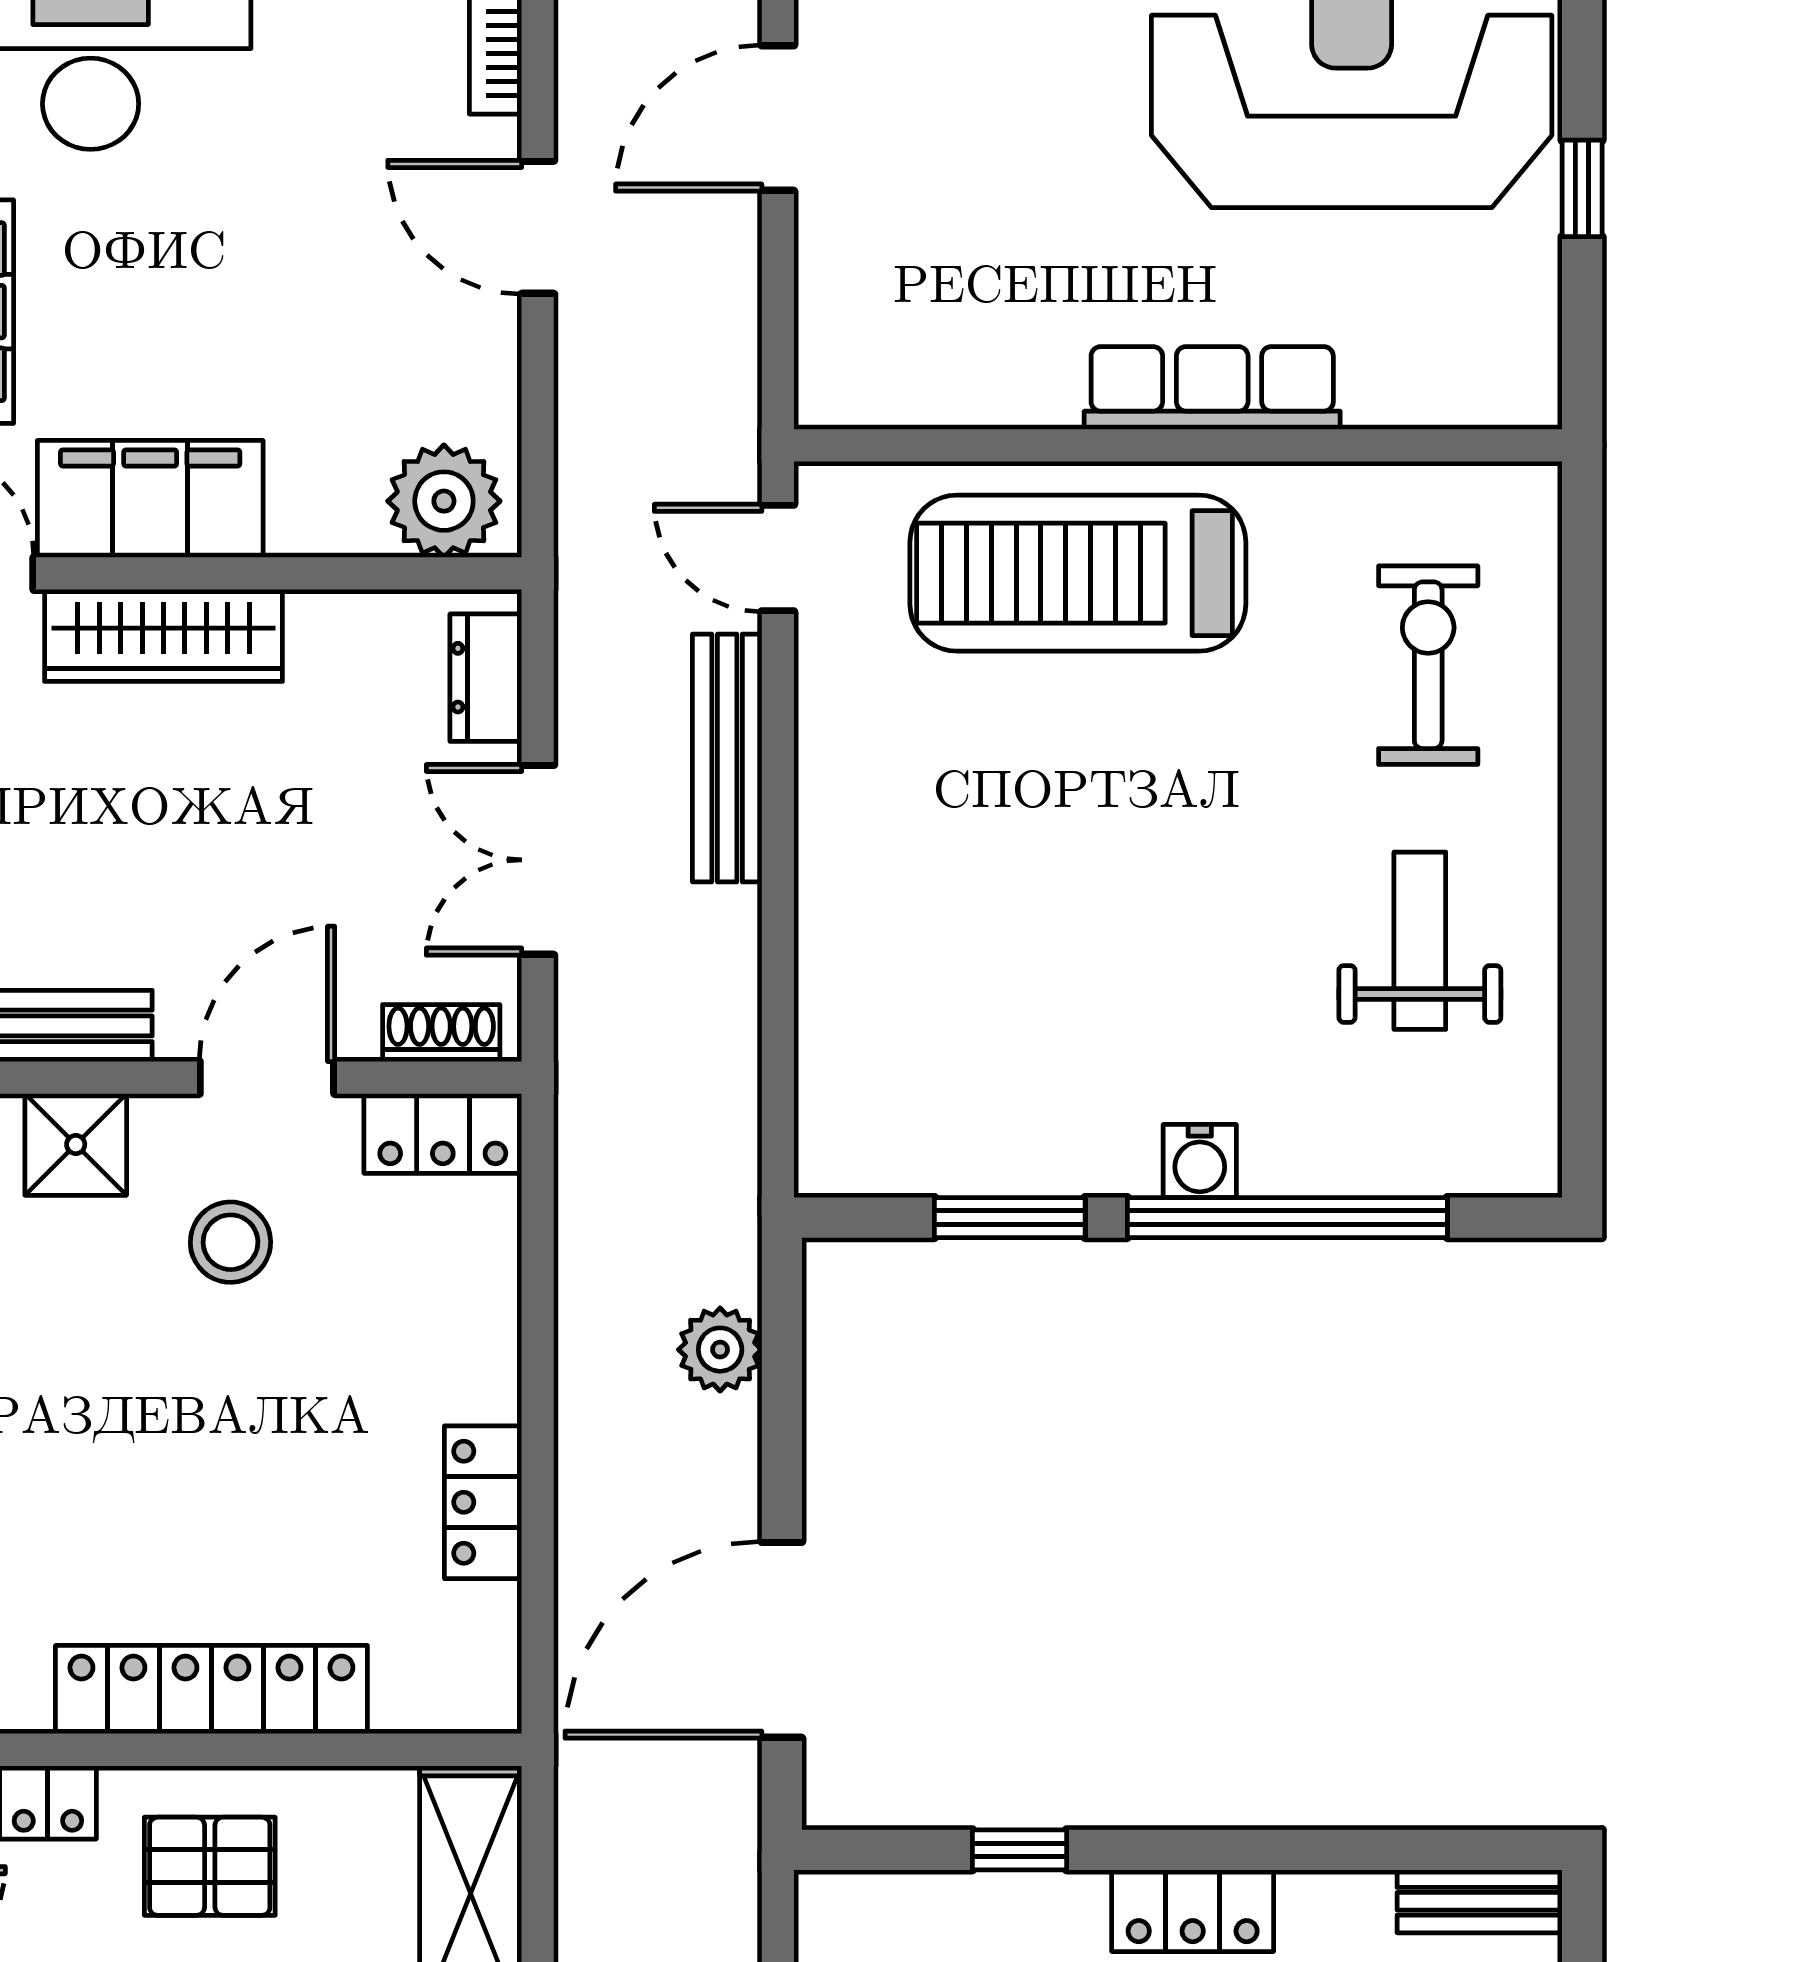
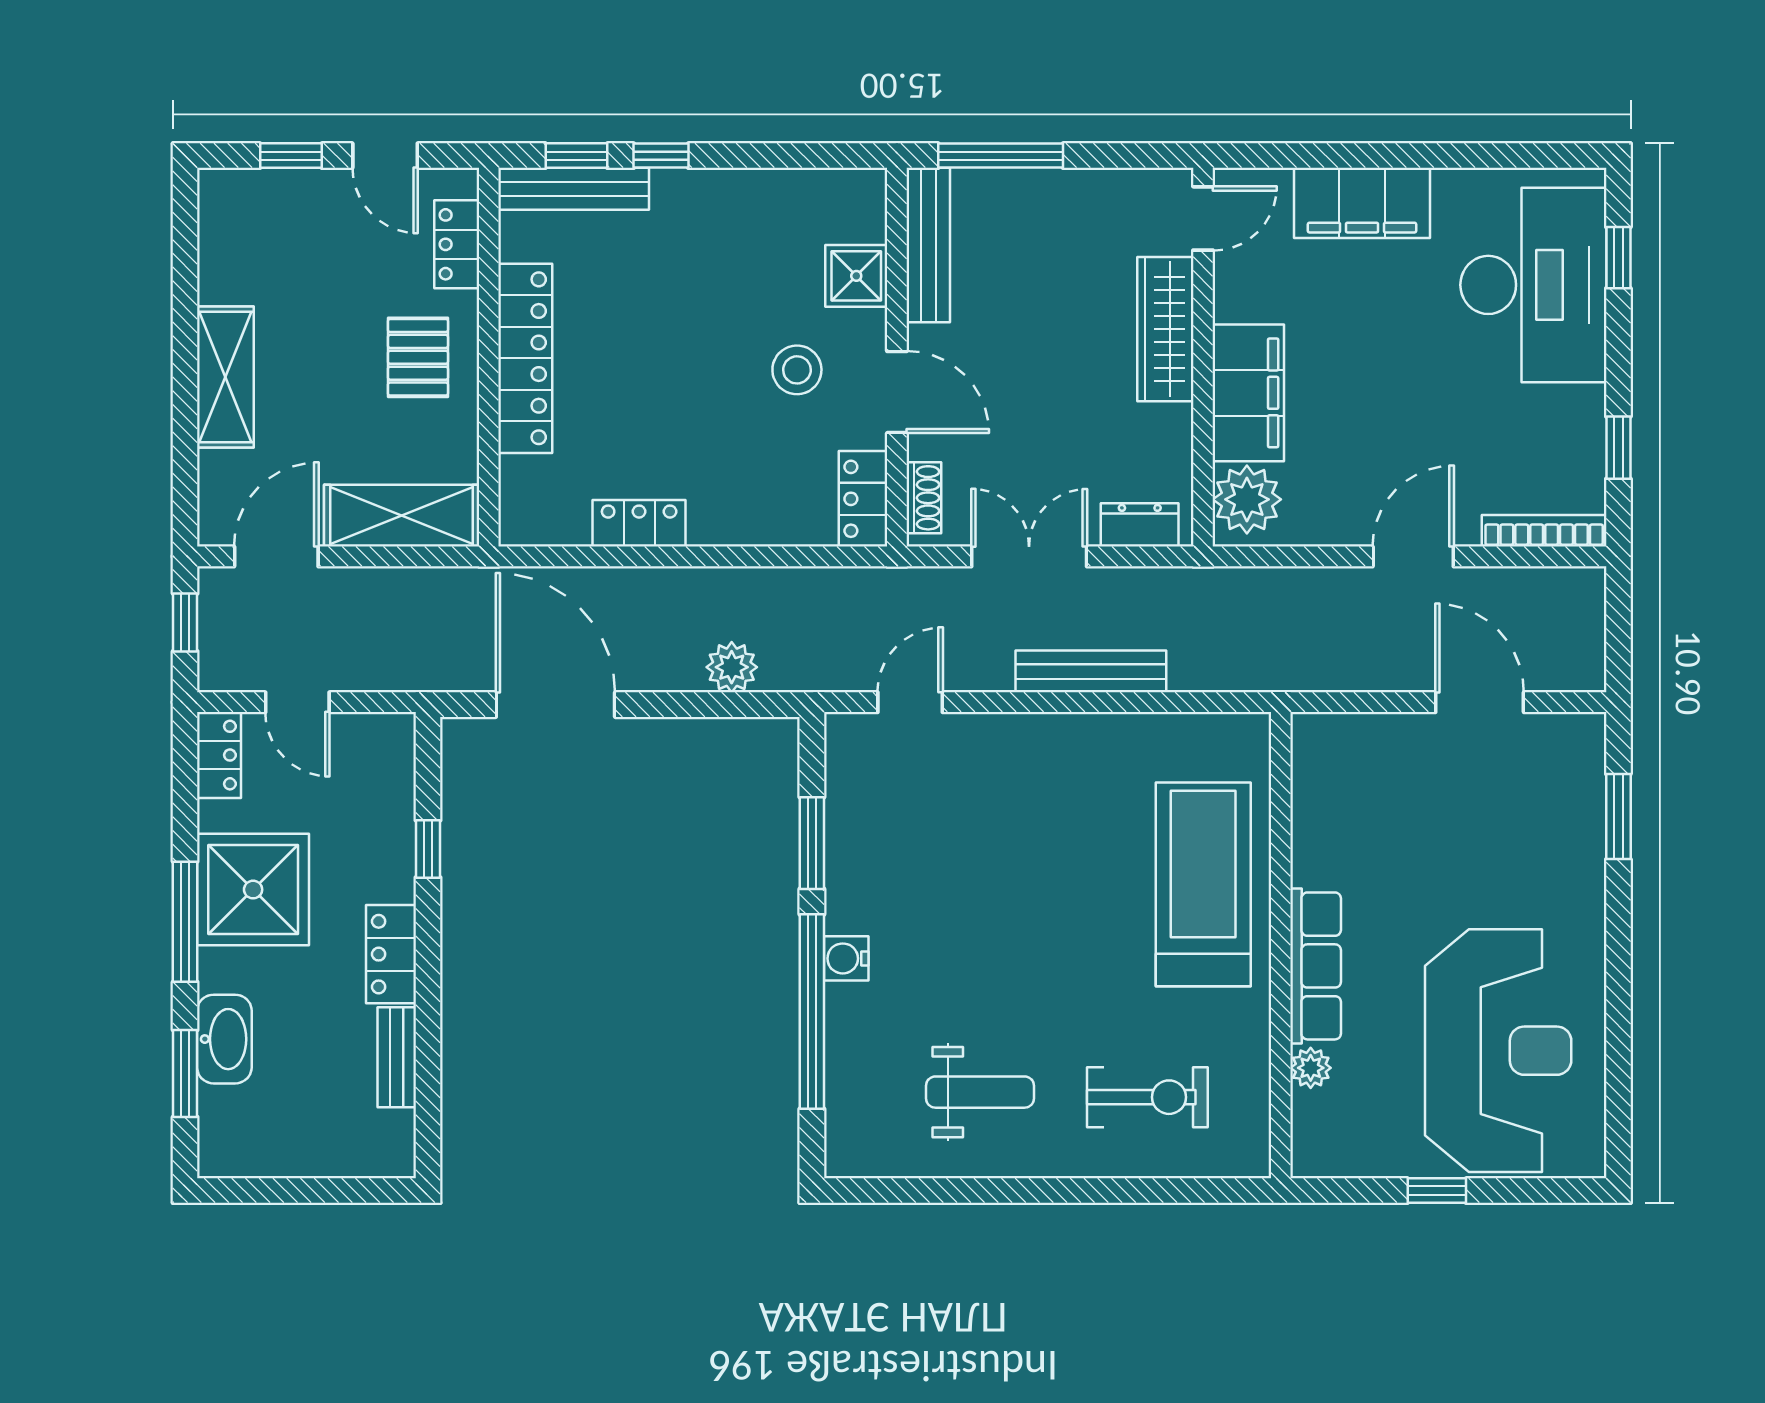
plant: (1380, 396) -> (1311, 1068), added
filing cabinet: (150, 499) -> (1248, 393), moved
door: (778, 558) -> (910, 702), moved
bench: (1480, 1901) -> (397, 1057), moved

